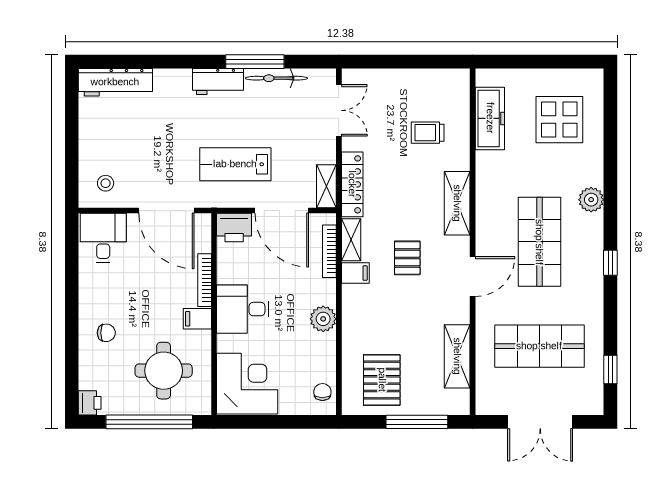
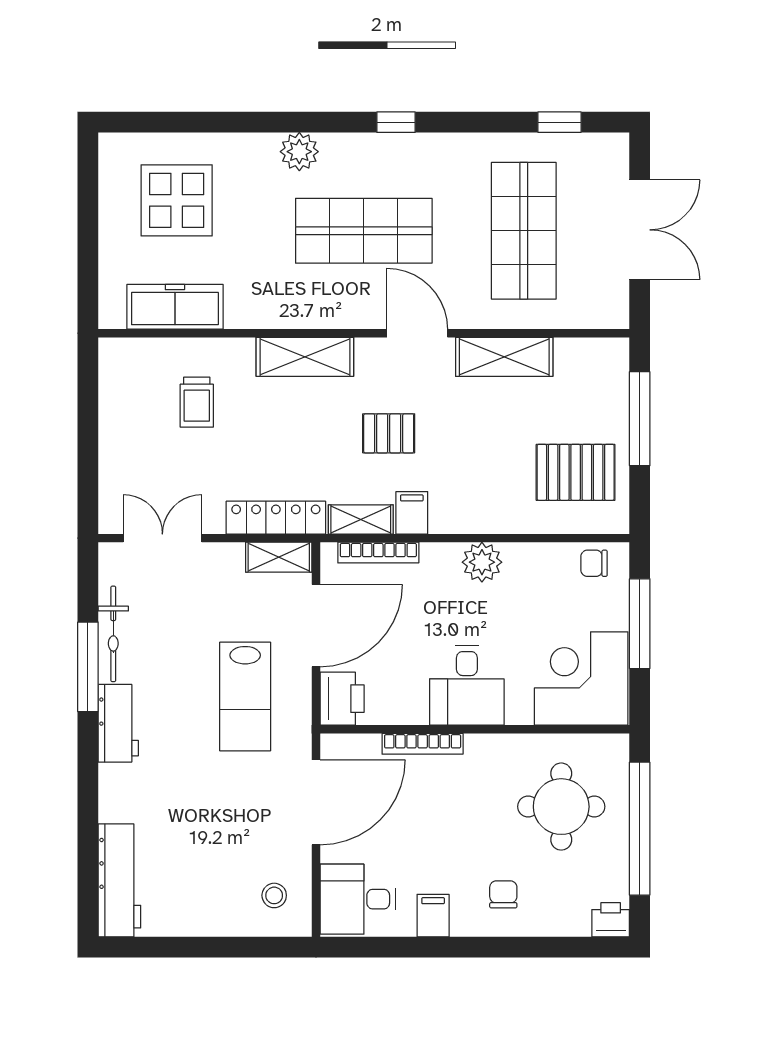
filing cabinet: (197, 319) -> (433, 916), moved, turned 180
shelving: (457, 356) -> (504, 357), moved
window: (283, 422) -> (640, 624), added

